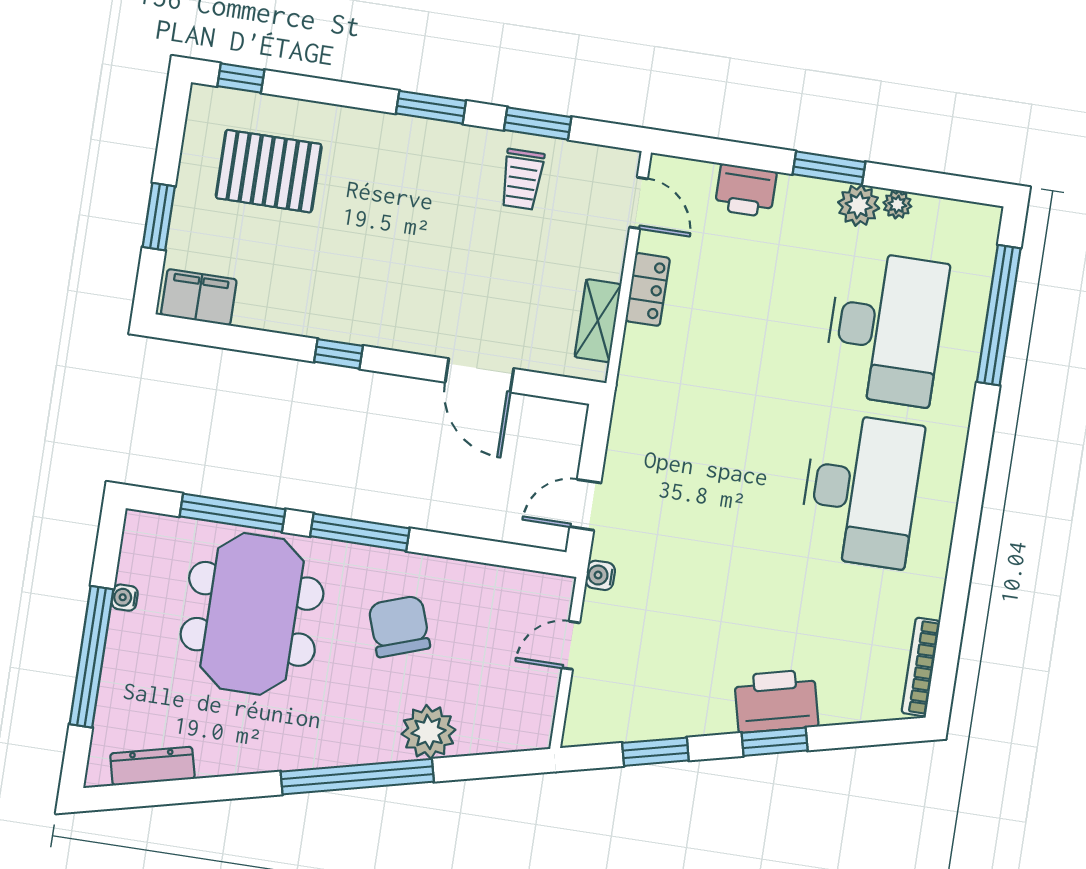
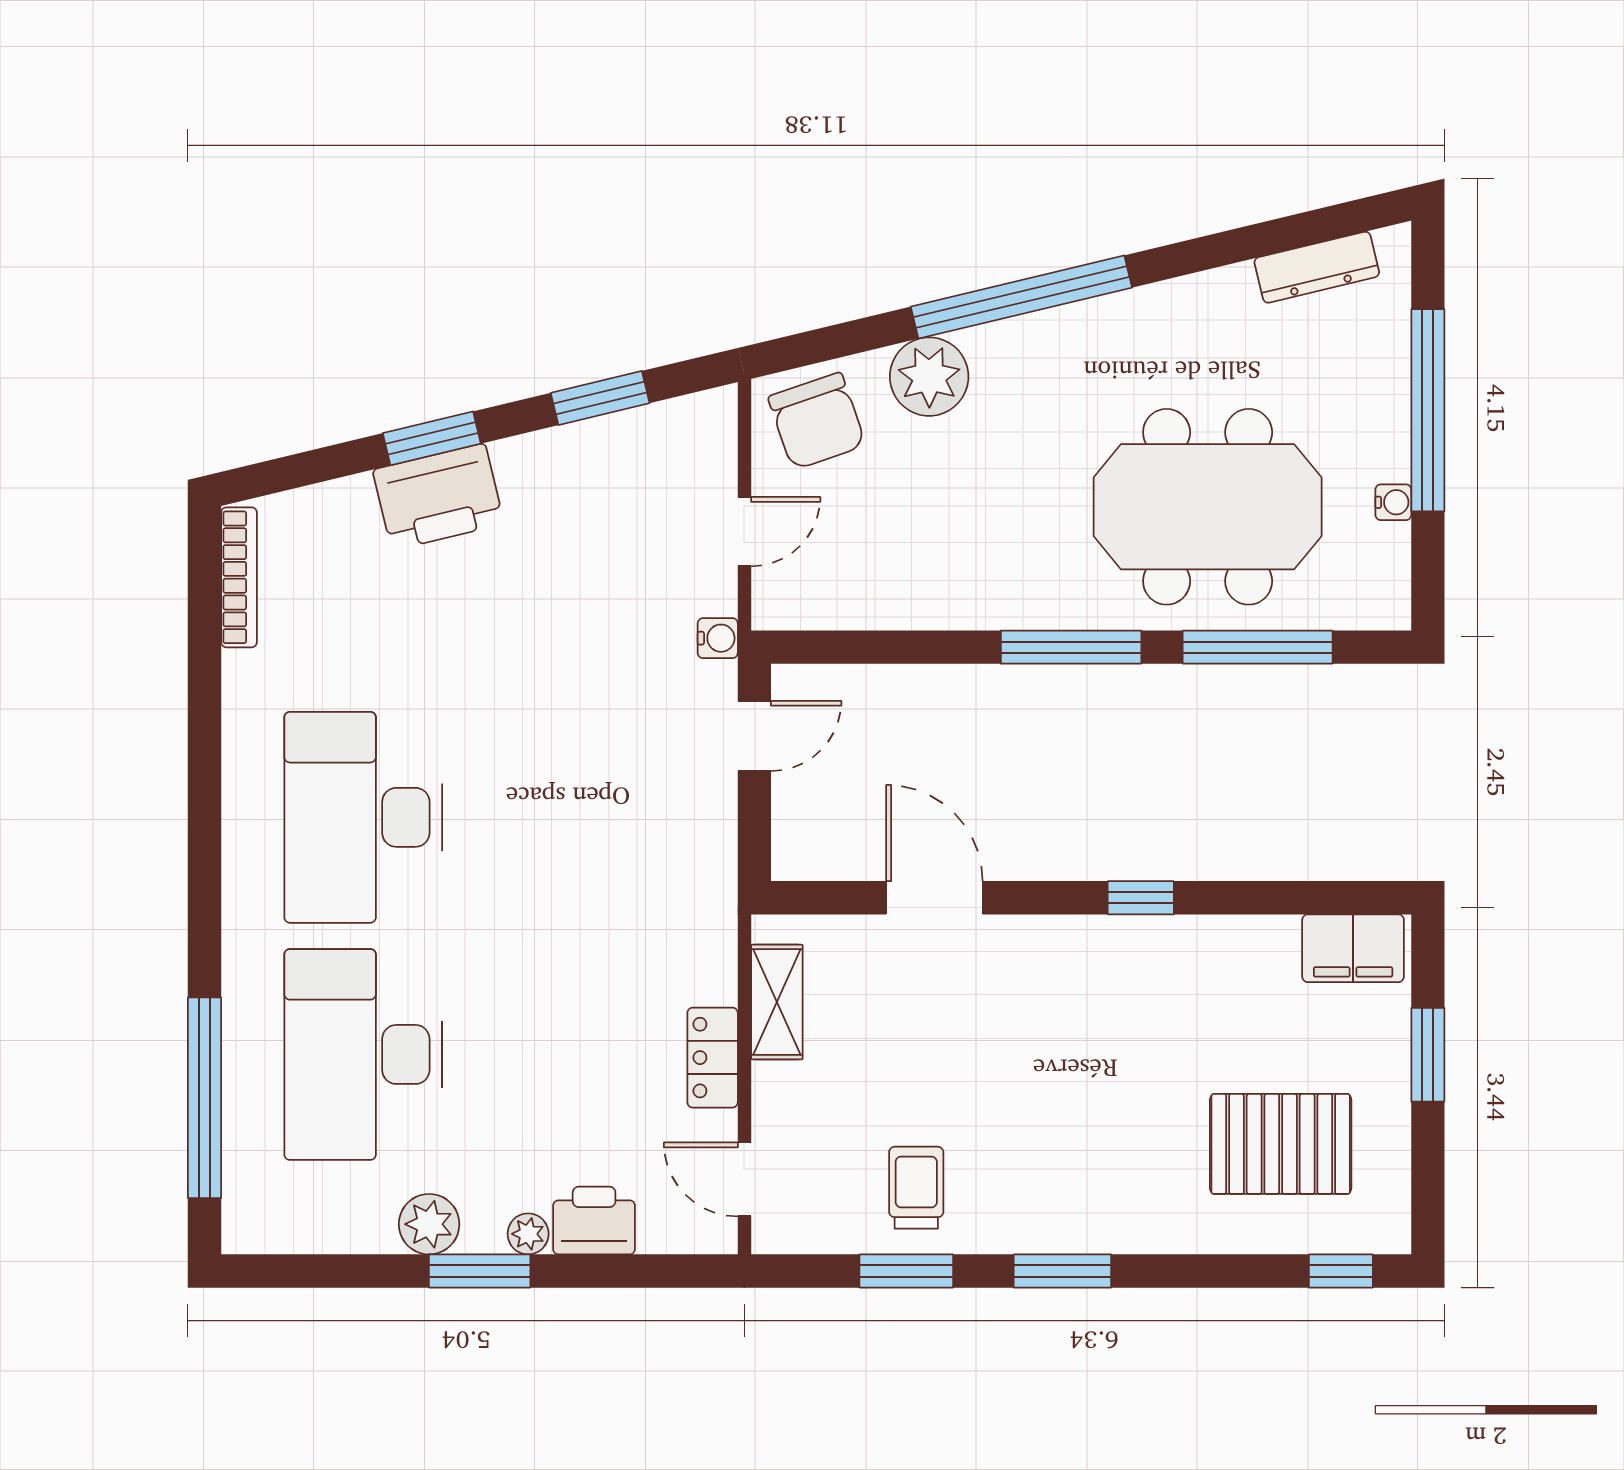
plant: (897, 204) -> (528, 1234), moved
meeting table: (252, 614) -> (1208, 507), turned 90
chair: (399, 626) -> (817, 421), moved

